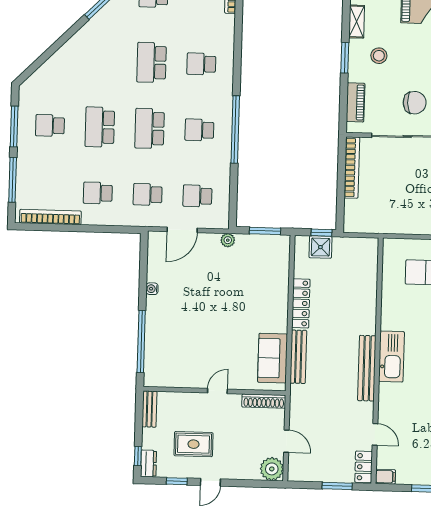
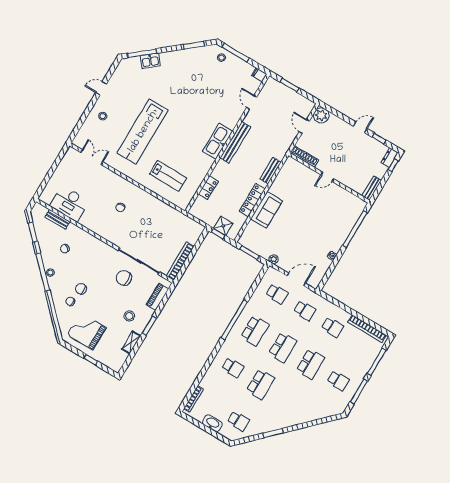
school desk: (199, 130) -> (255, 331), width x1.85
bench: (298, 357) -> (271, 171), width x0.73
sofa: (273, 358) -> (267, 210), moved
rug: (193, 444) -> (358, 154), removed
locker: (364, 467) -> (208, 188), moved

